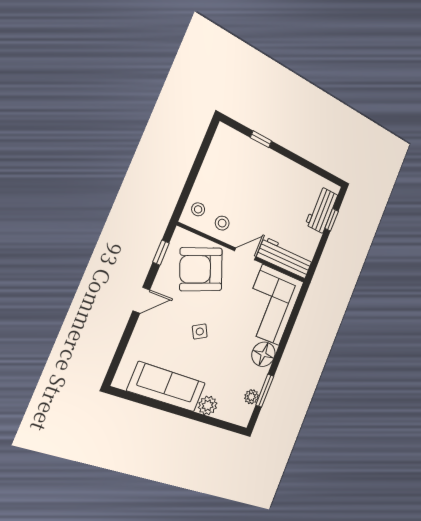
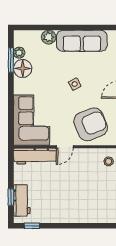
window: (261, 139) -> (32, 226), moved
stool: (222, 223) -> (89, 160), removed
floor lamp: (263, 354) -> (23, 68), moved

